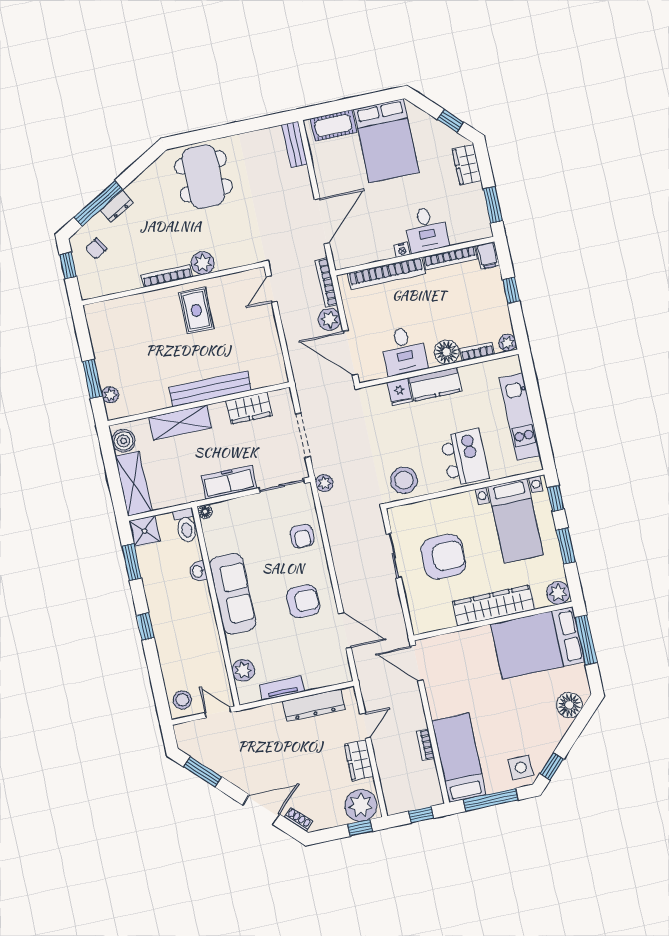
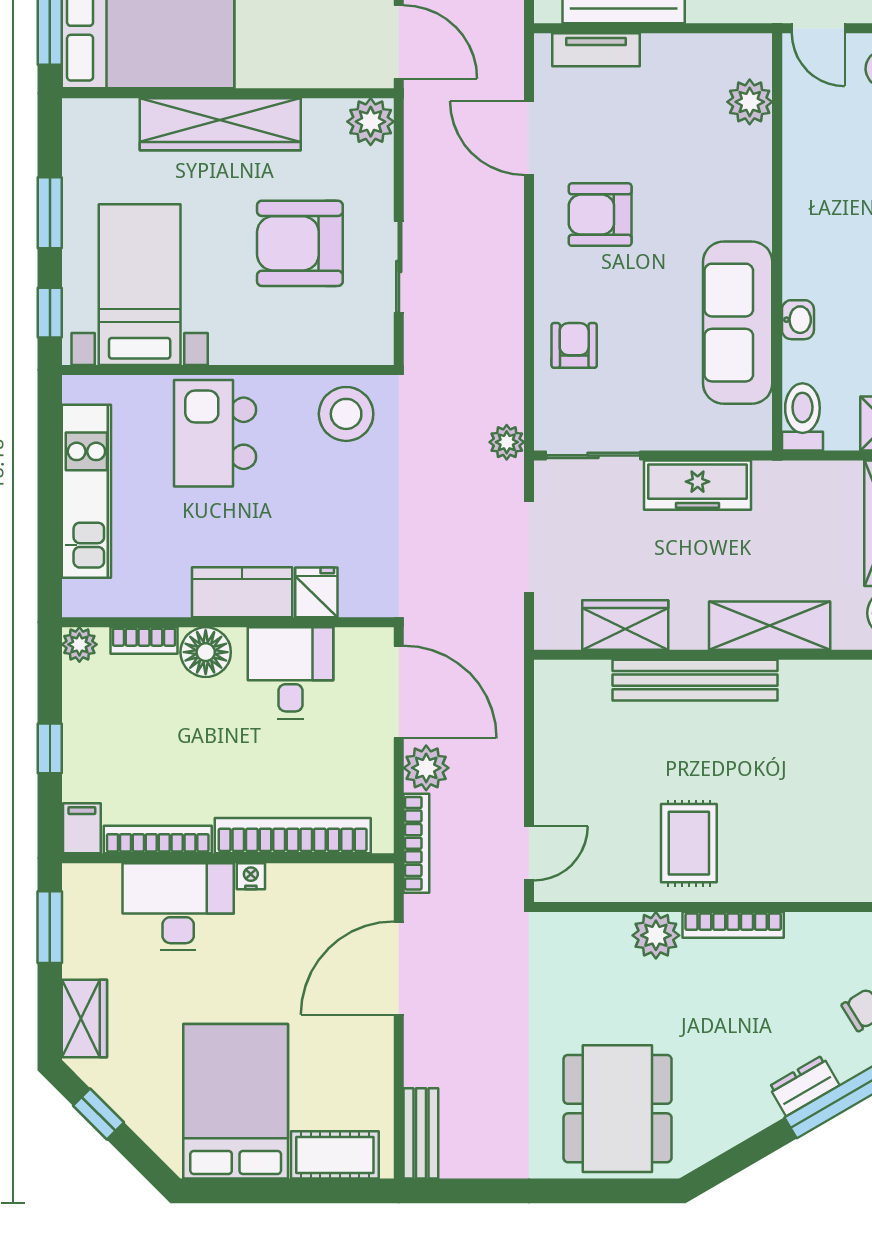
desk: (426, 229) -> (178, 907), width x1.37
floor lamp: (205, 512) -> (758, 436), removed
plant: (558, 593) -> (371, 122), moved
sofa: (233, 594) -> (738, 323), moved
tv unit: (282, 688) -> (596, 50), moved

